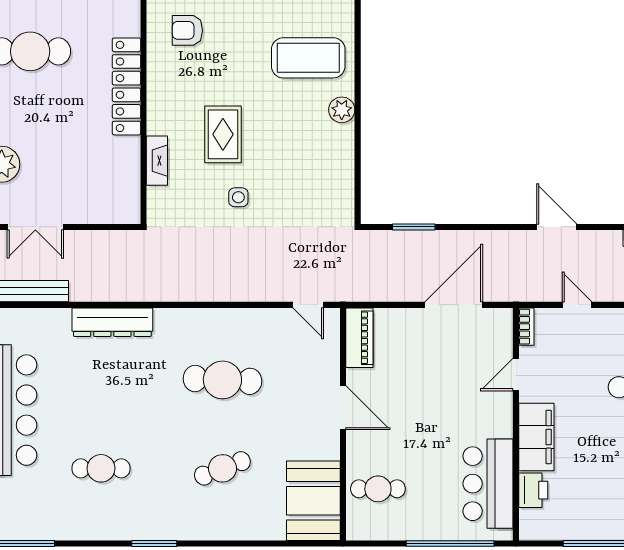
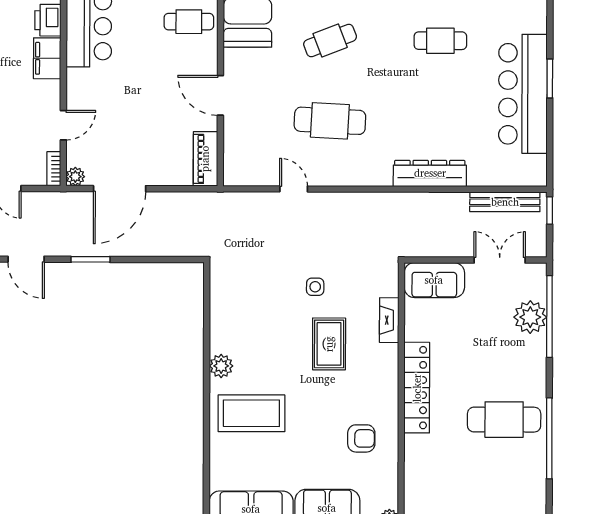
sofa: (107, 205) -> (434, 280), added
window: (414, 227) -> (90, 259), moved
door: (308, 305) -> (294, 189), moved
plant: (503, 318) -> (75, 177), added
filing cabinet: (536, 437) -> (47, 58), width x0.67, depth x0.86

